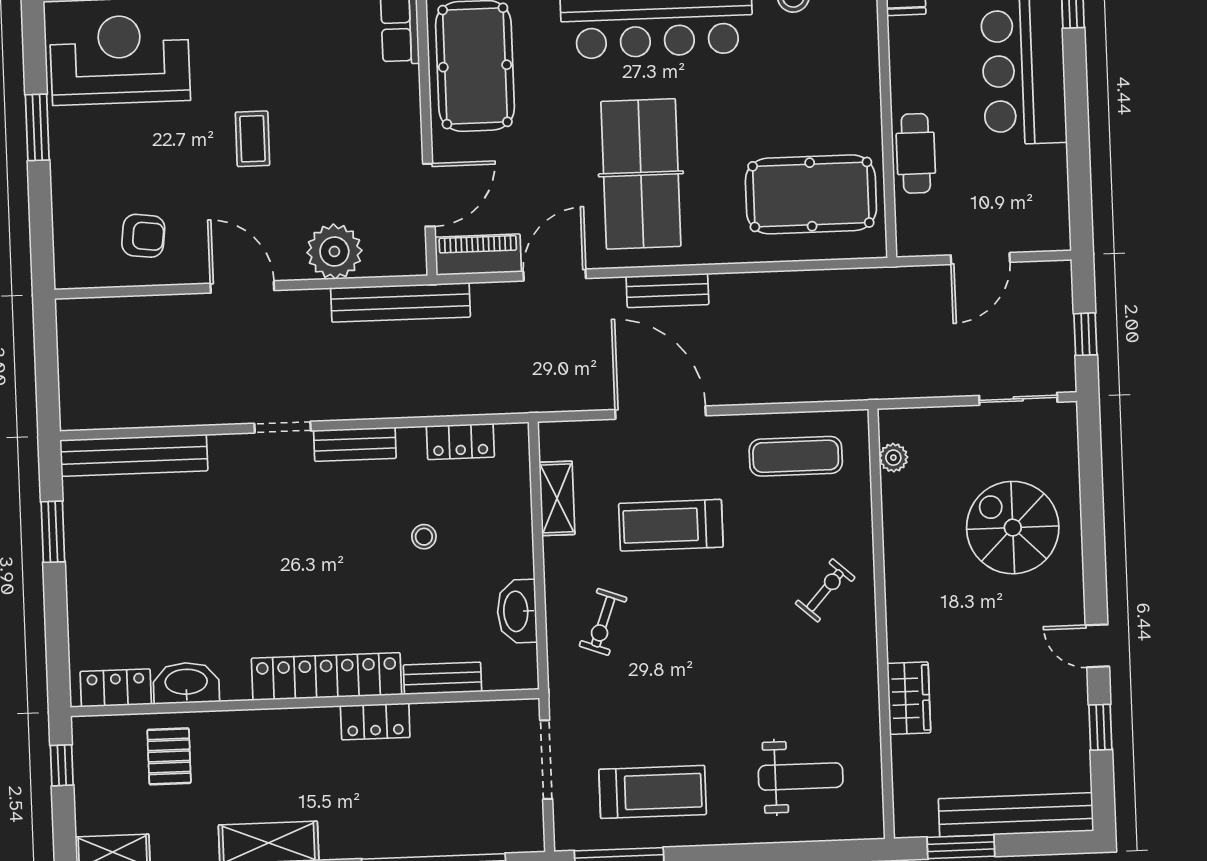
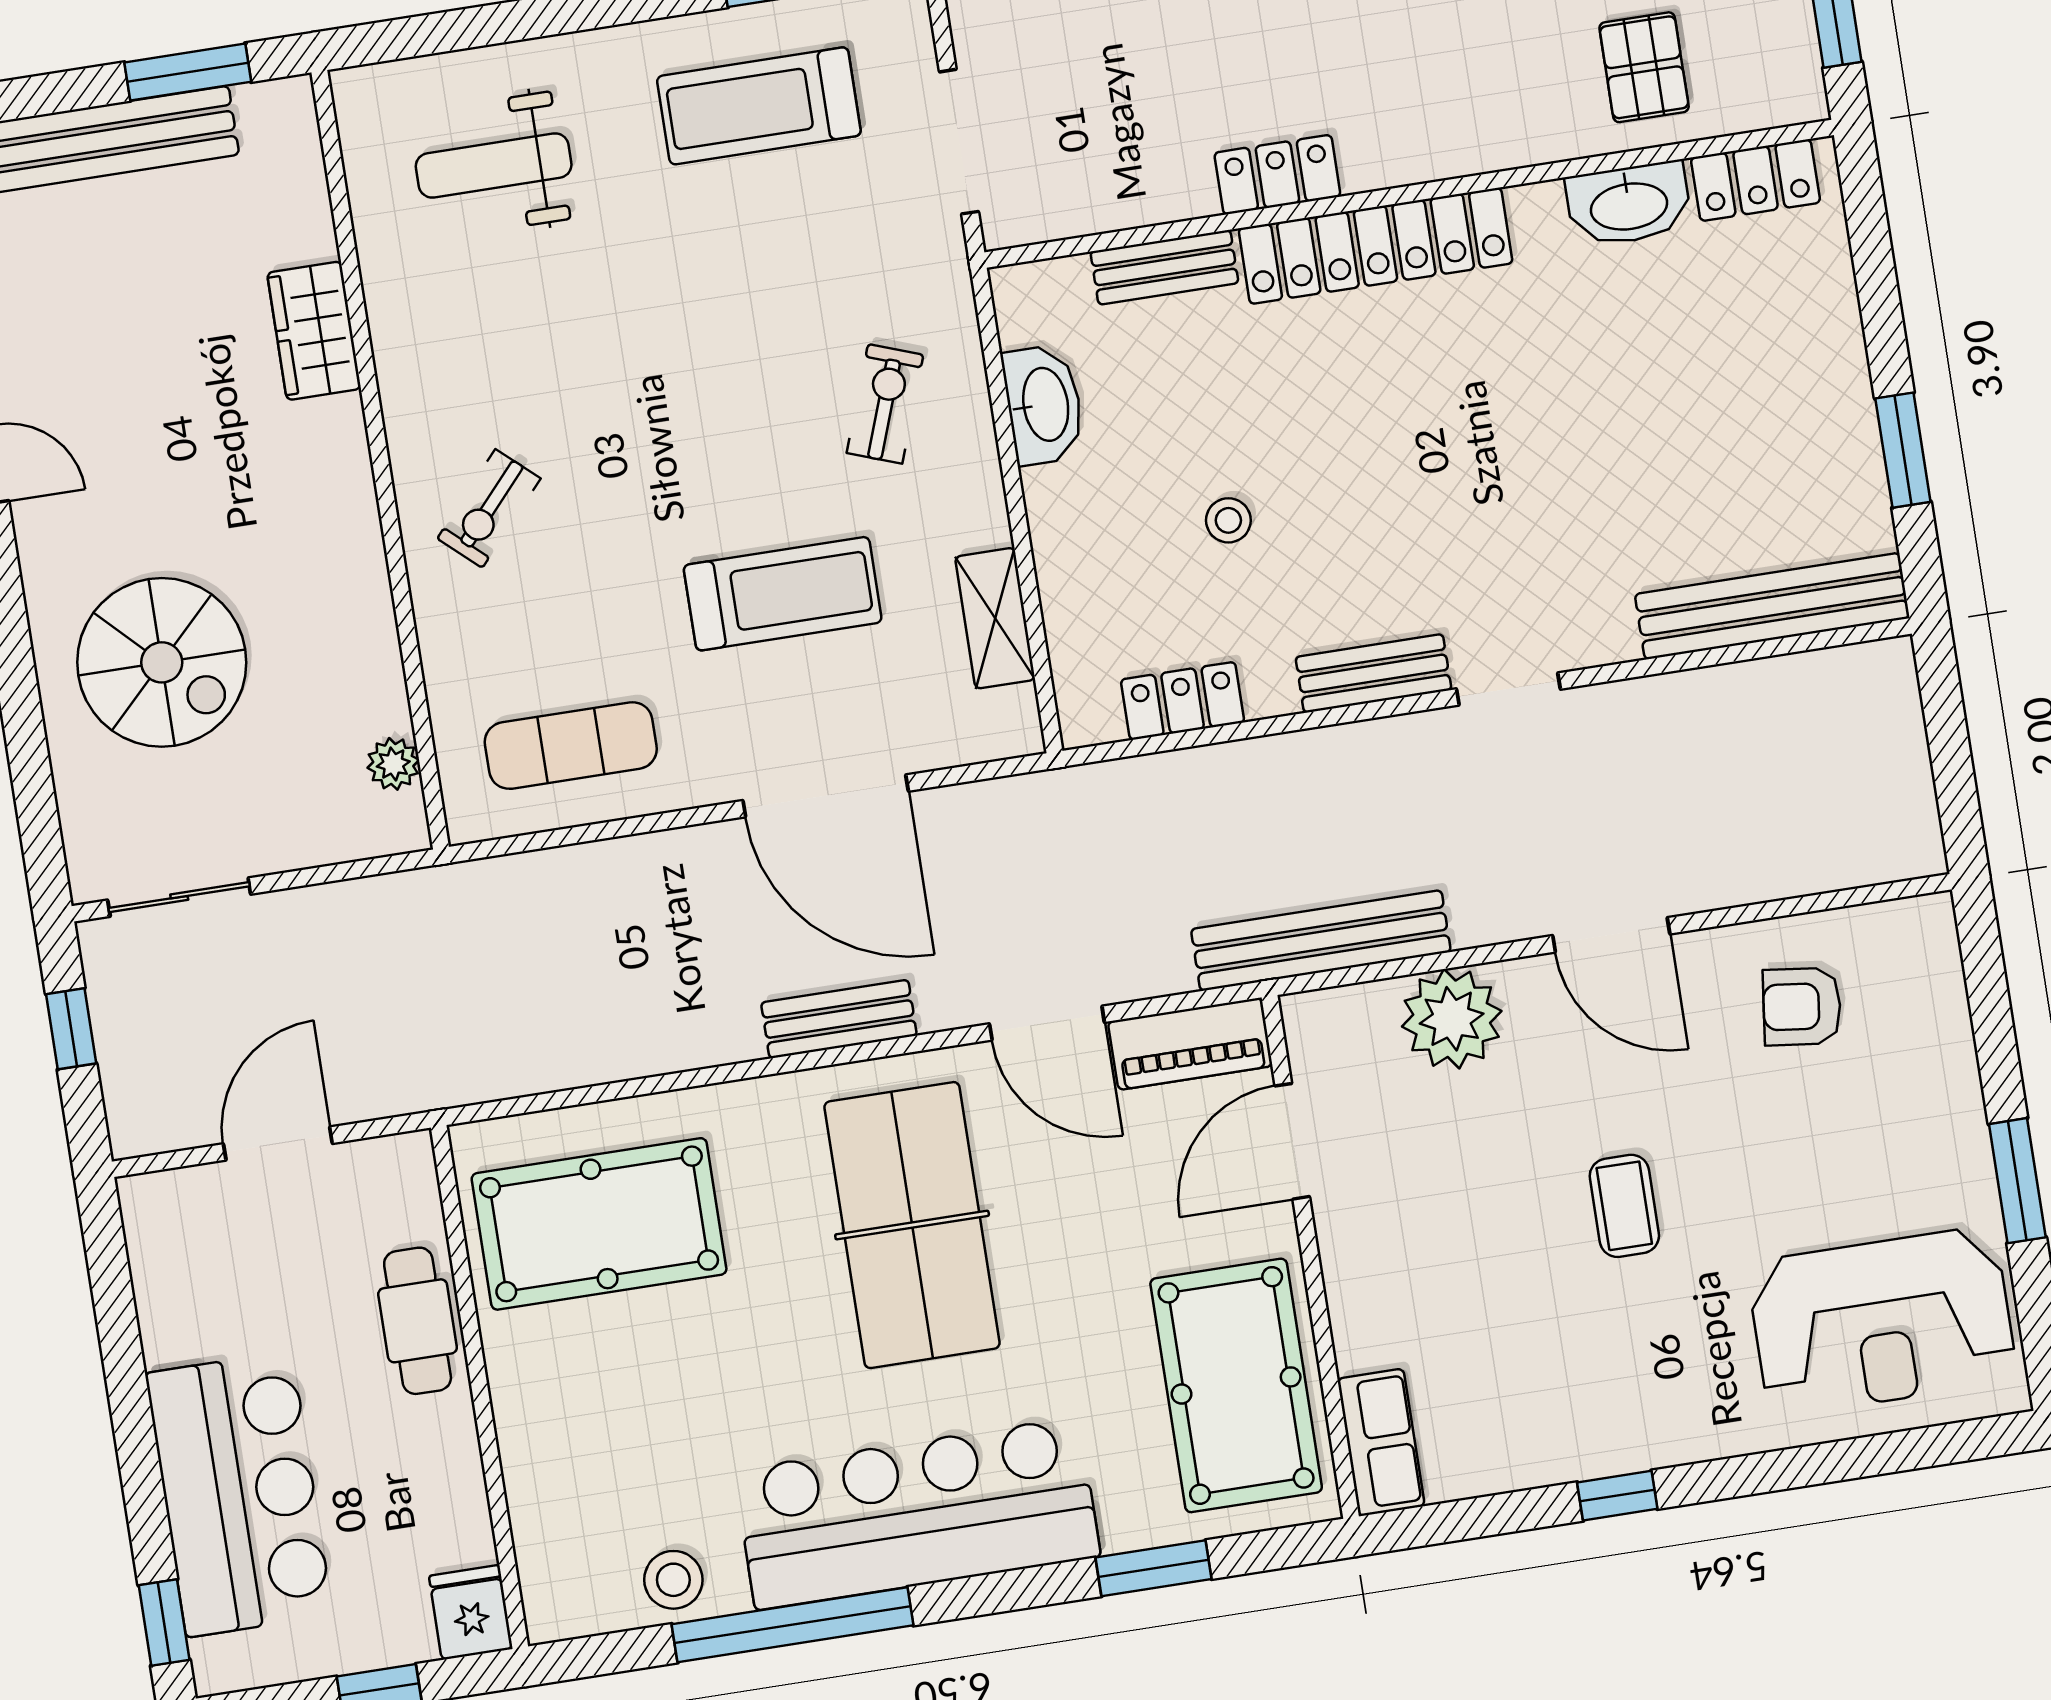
door: (555, 275) -> (1047, 1023), hinge flipped

